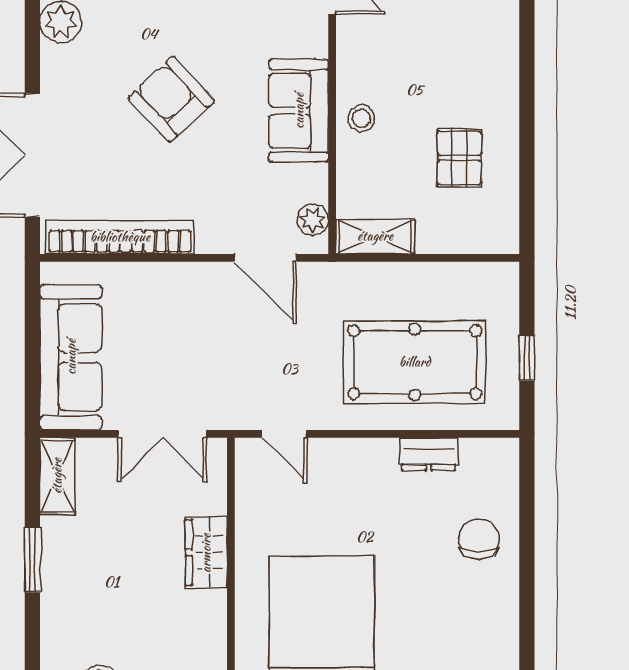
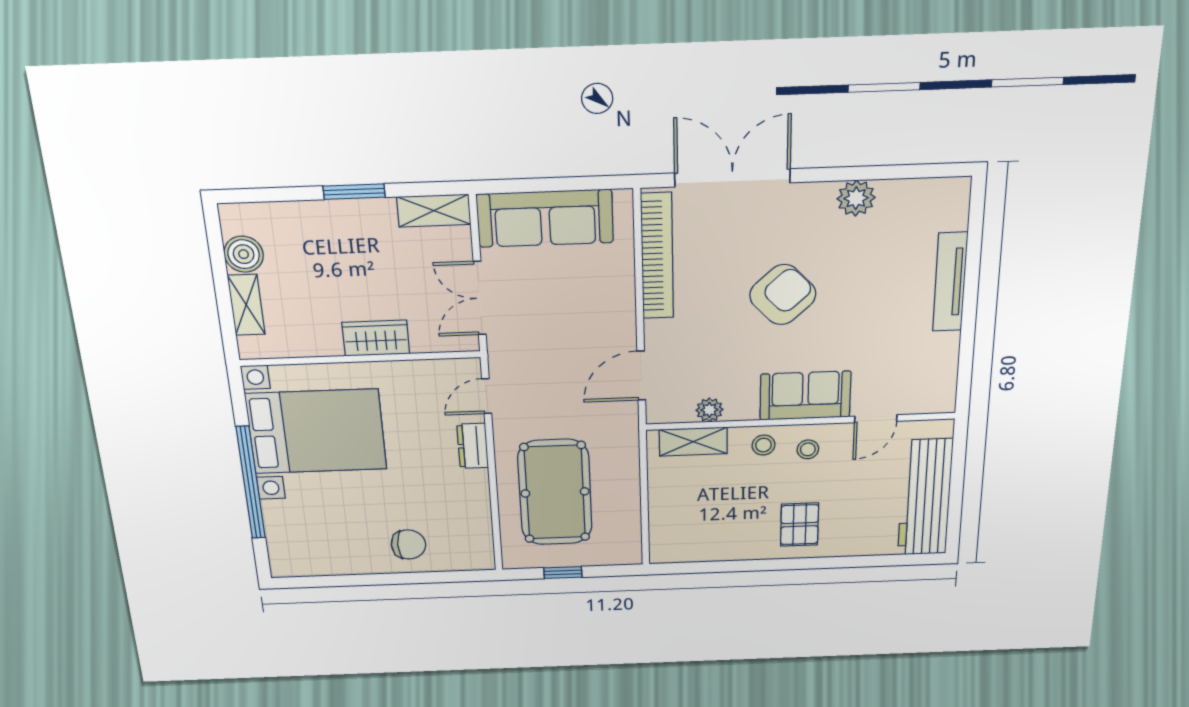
stool: (369, 67) -> (808, 449), added
sofa: (299, 111) -> (805, 396), moved
pallet: (459, 158) -> (800, 525), moved, turned 90
plant: (313, 220) -> (709, 410), moved
shelving: (375, 236) -> (693, 442), moved, turned 90
dresser: (429, 454) -> (473, 446), moved

